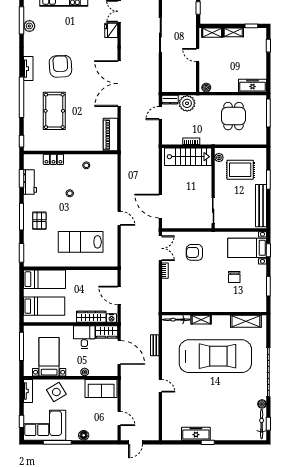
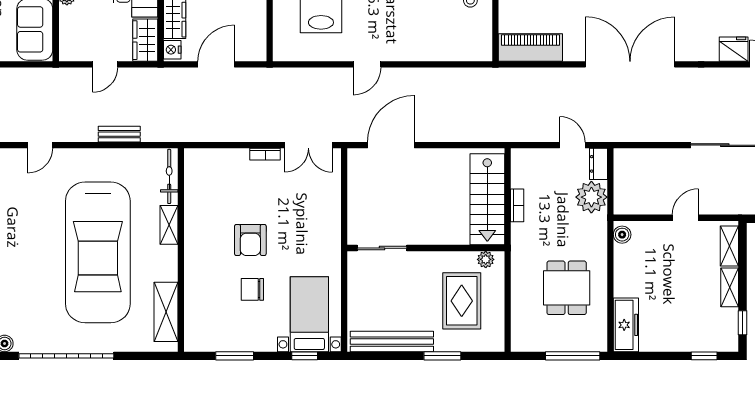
dining table: (233, 116) -> (567, 288), turned 90
armchair: (194, 252) -> (250, 240), moved, turned 180
door: (119, 352) -> (105, 64), width x0.53

